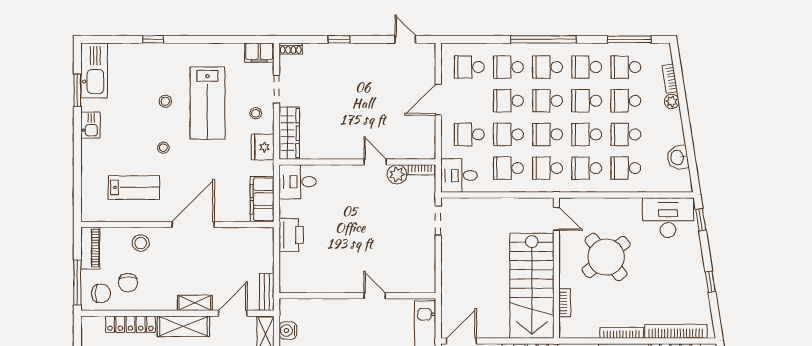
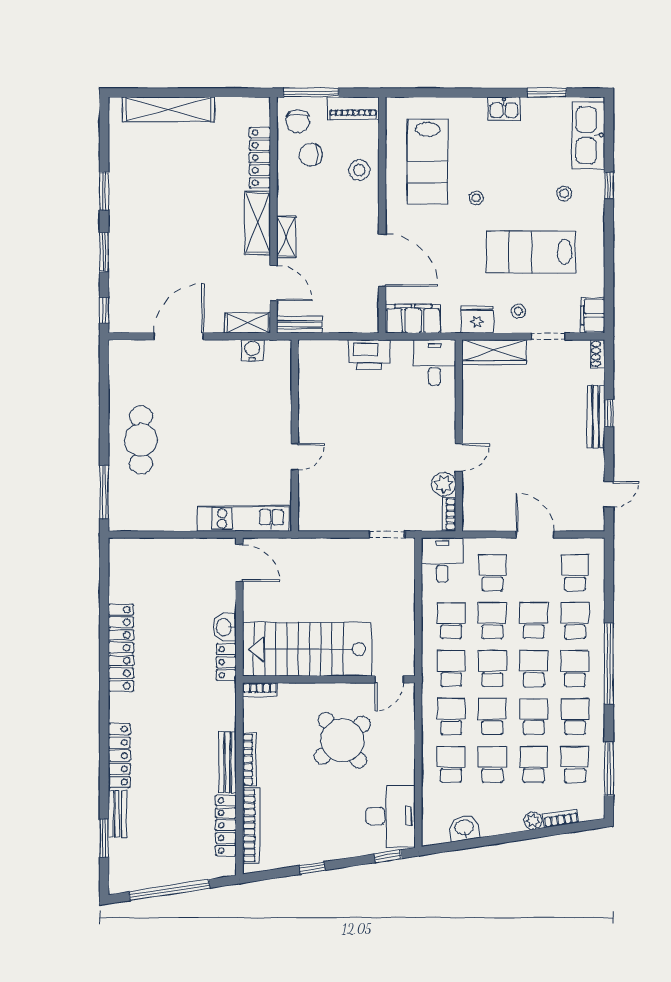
bench: (342, 50) -> (596, 417), added
kitchen sink: (94, 70) -> (588, 135), moved, turned 90
stool: (165, 101) -> (564, 193), moved
lab bench: (134, 187) -> (427, 162), width x1.36, depth x1.39
door: (193, 225) -> (382, 260), moved
bookcase: (565, 303) -> (260, 690), moved

